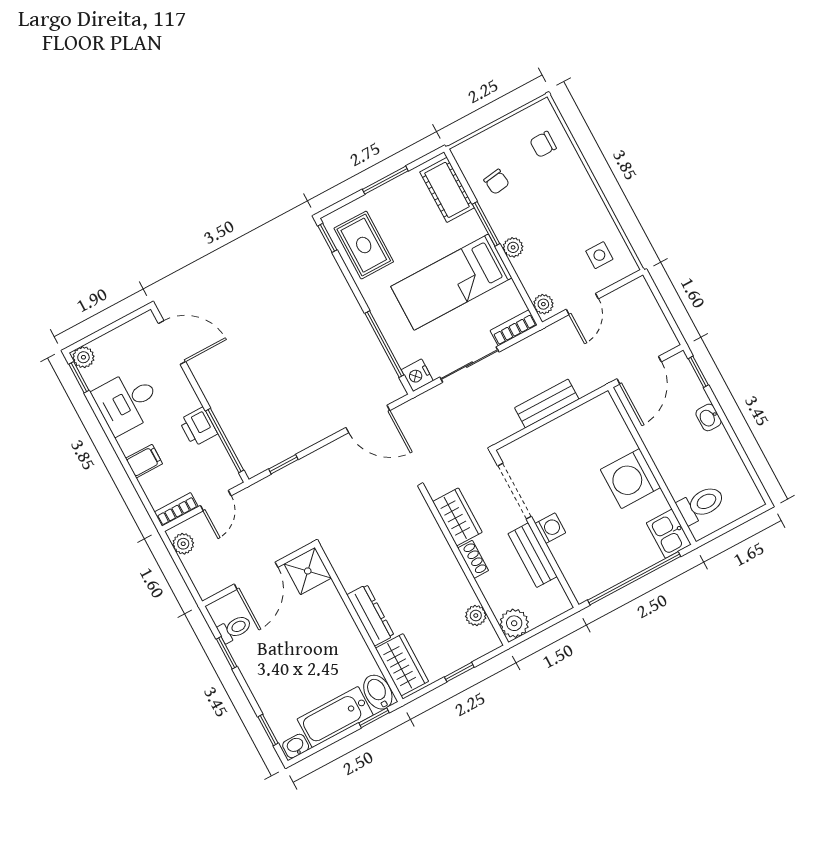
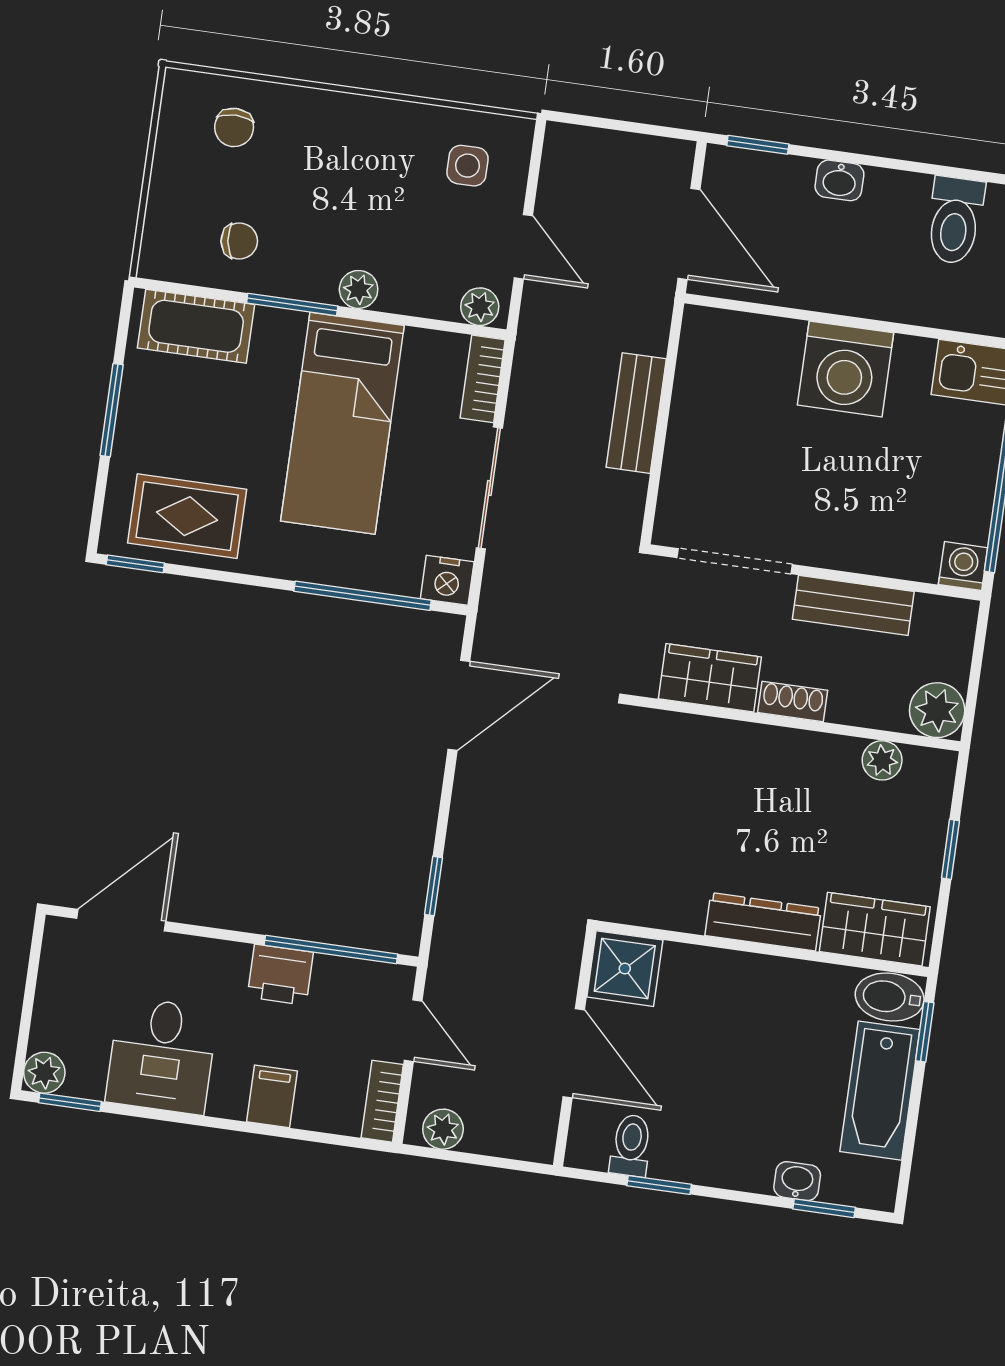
toilet: (701, 504) -> (955, 220), moved, turned 180
washing machine: (550, 528) -> (963, 566), moved
washbasin: (296, 746) -> (797, 1181), moved, turned 90

